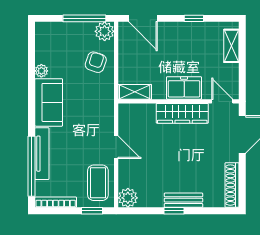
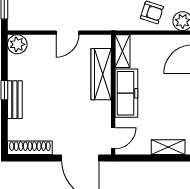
freezer: (184, 88) -> (126, 93), width x1.40
wardrobe: (182, 113) -> (101, 74), moved
coffee table: (98, 183) -> (32, 15), removed

